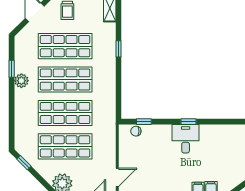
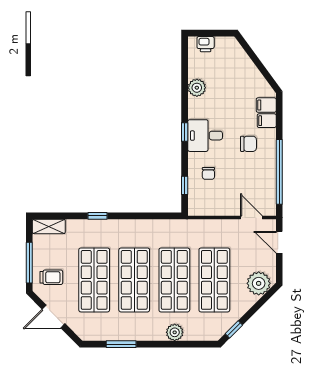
window: (12, 69) -> (121, 344), width x1.50
plant: (21, 81) -> (175, 332), moved
chair: (136, 131) -> (208, 173), moved
plant: (225, 132) -> (197, 88), added
chair: (179, 175) -> (248, 144), added

